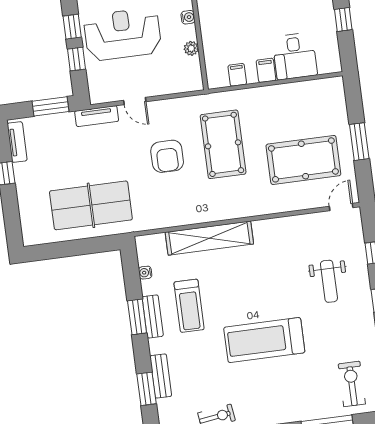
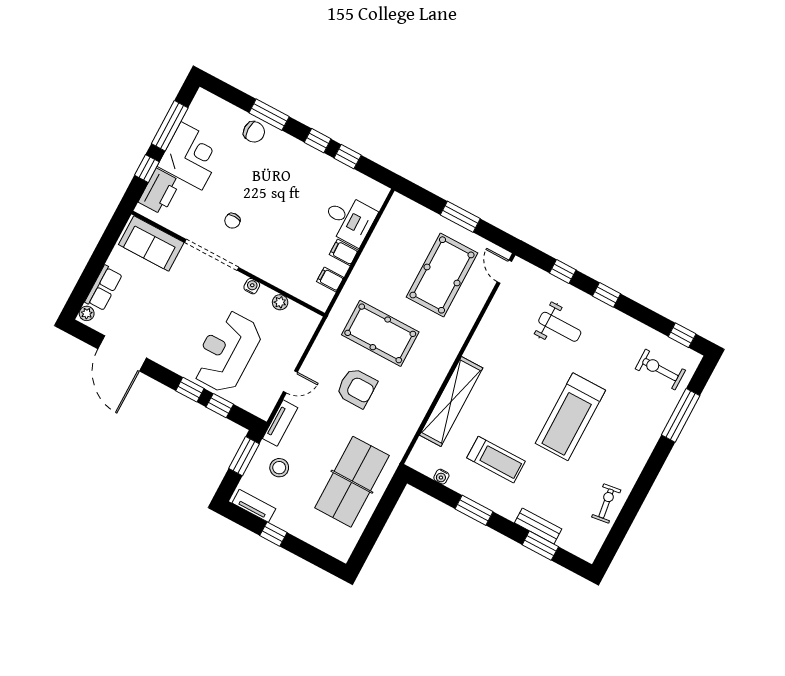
stool: (61, 140) -> (279, 468), added
bench: (153, 316) -> (483, 497), removed

